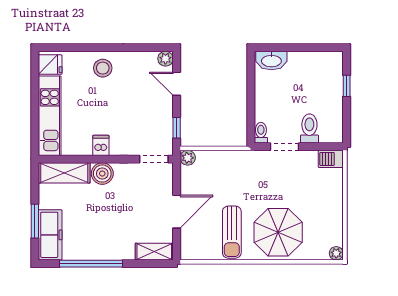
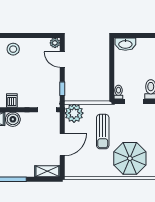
plant: (188, 158) -> (74, 113), width x1.88, depth x1.88
sun lounger: (232, 232) -> (103, 132), moved

